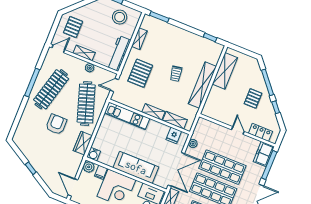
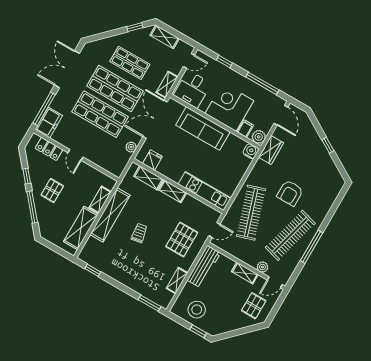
plant: (90, 68) -> (262, 267), moved
shelving: (212, 96) -> (100, 200), added
wardrobe: (83, 143) -> (271, 150), moved

